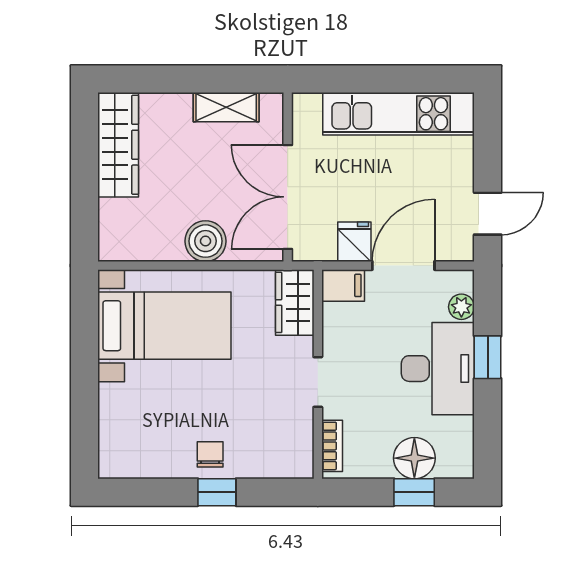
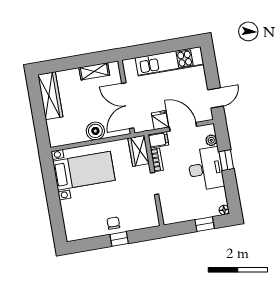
door: (403, 266) -> (183, 127), hinge flipped
bookcase: (332, 446) -> (157, 160), moved
floor lamp: (414, 458) -> (224, 210), moved, width x0.53, depth x0.53

